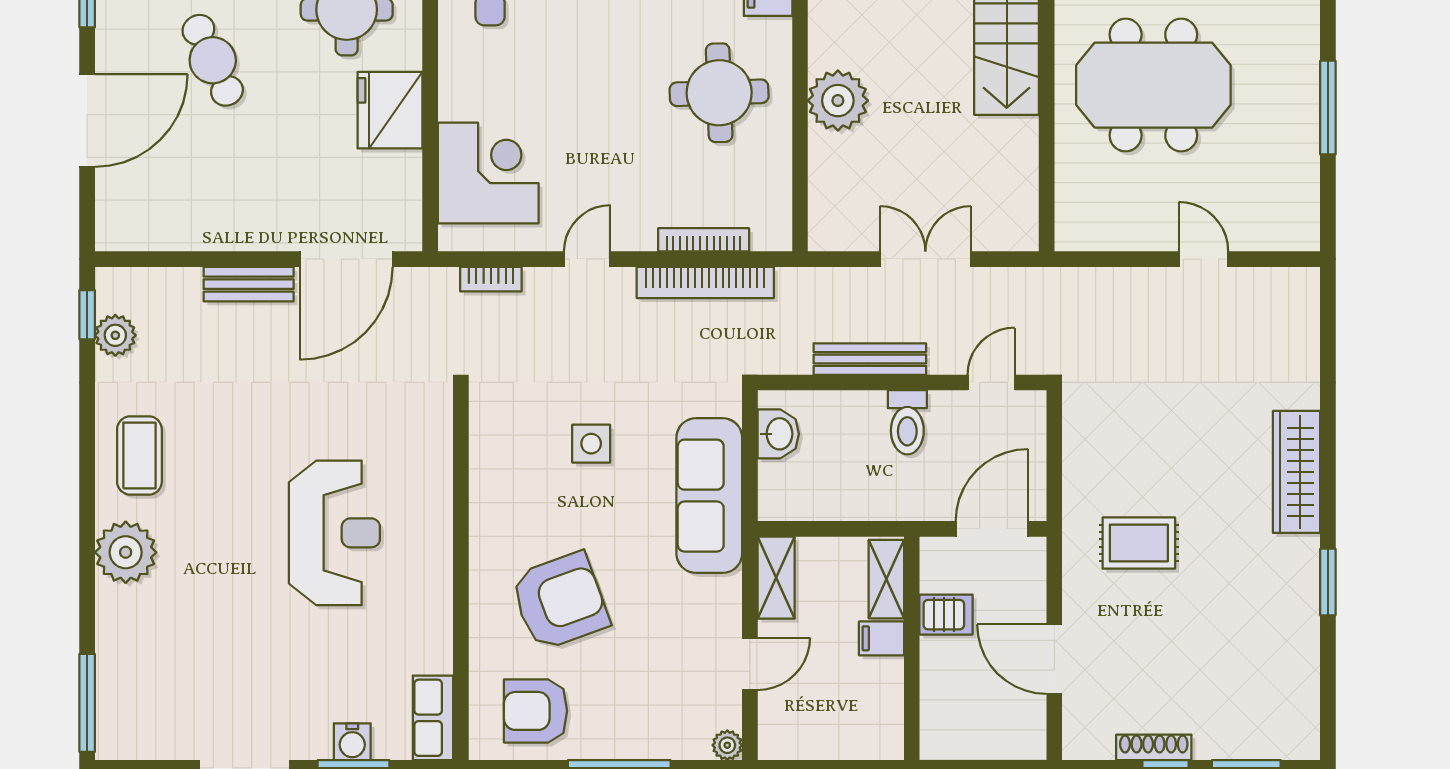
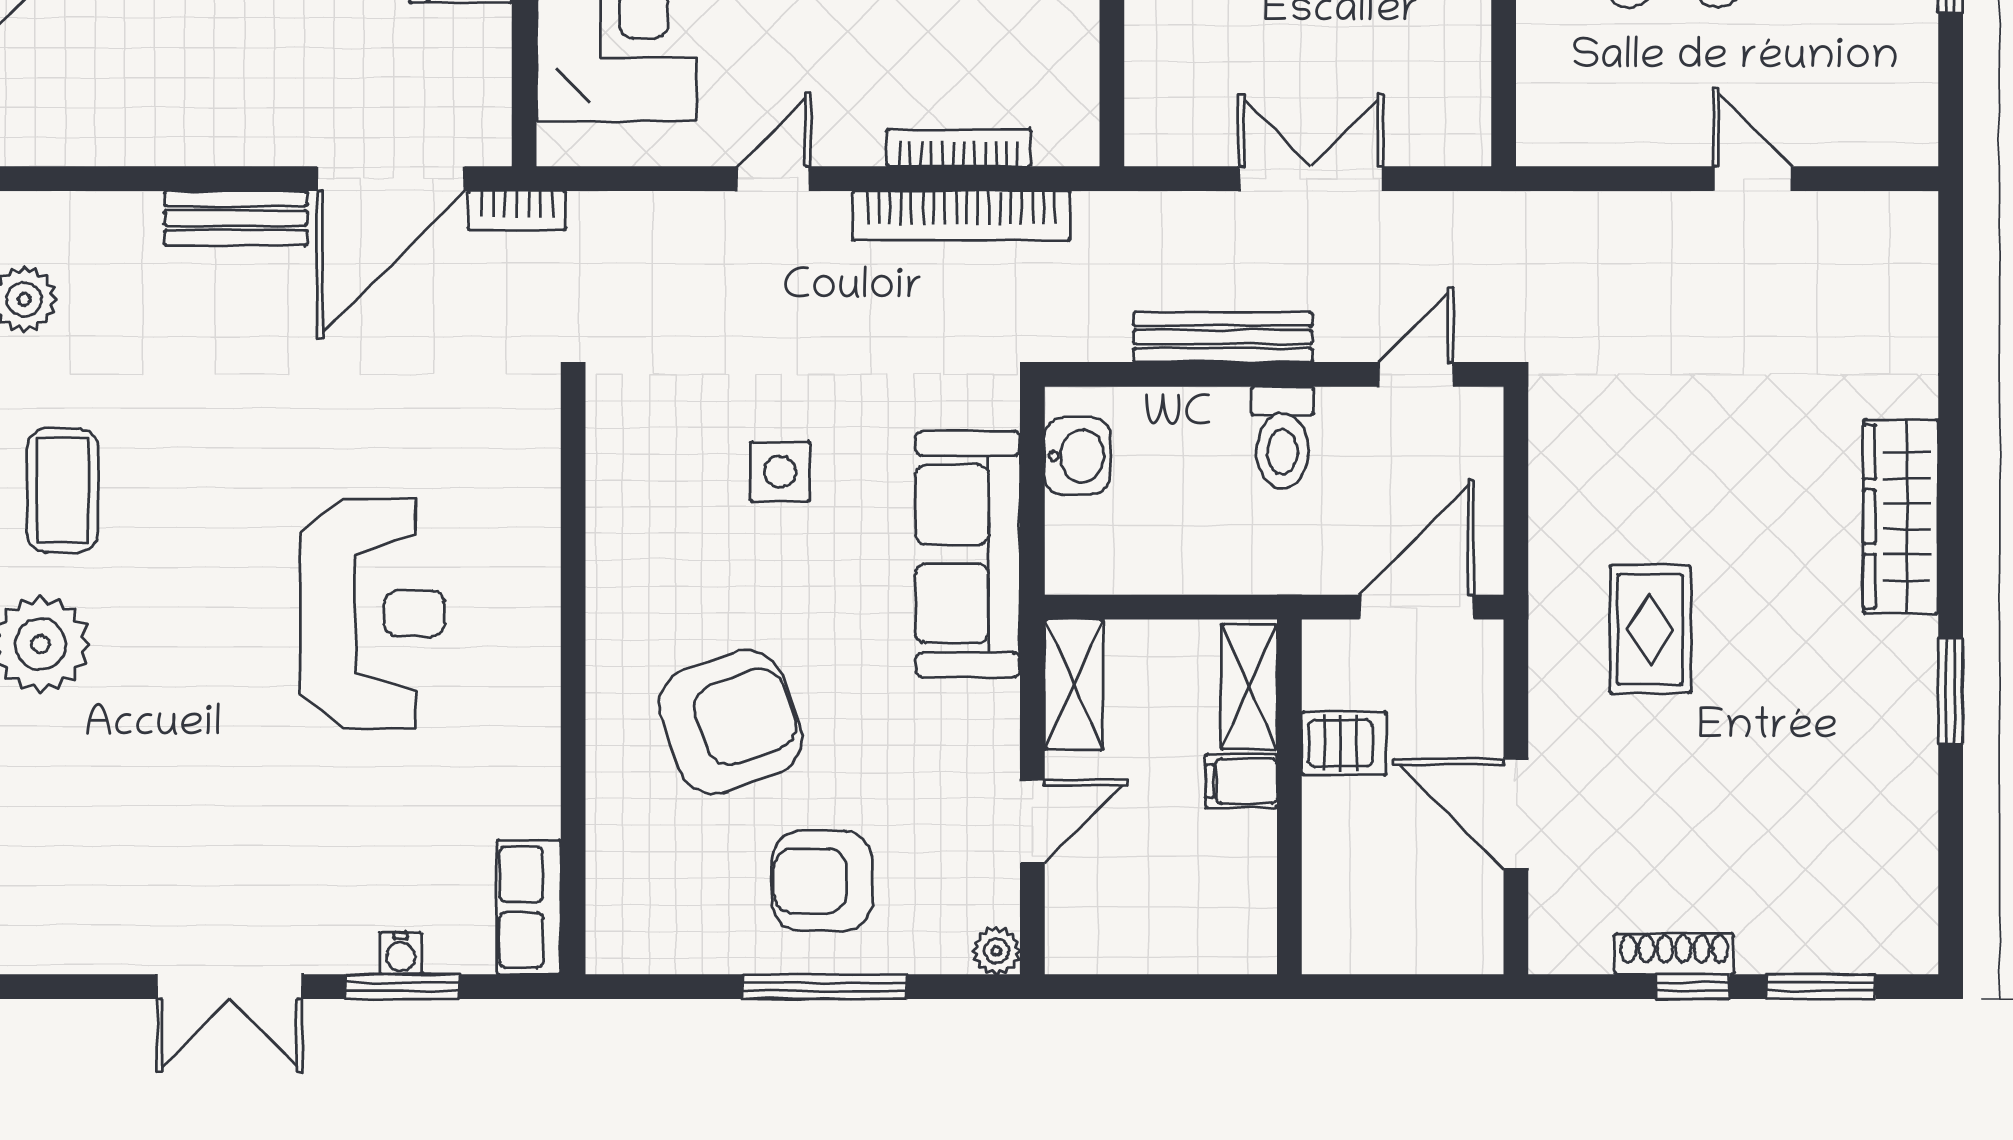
bookcase: (491, 279) -> (517, 210), moved
rug: (1139, 543) -> (1650, 630), turned 90
armchair: (536, 711) -> (822, 881), moved
water cooler: (352, 742) -> (401, 953), width x0.72, depth x0.72

